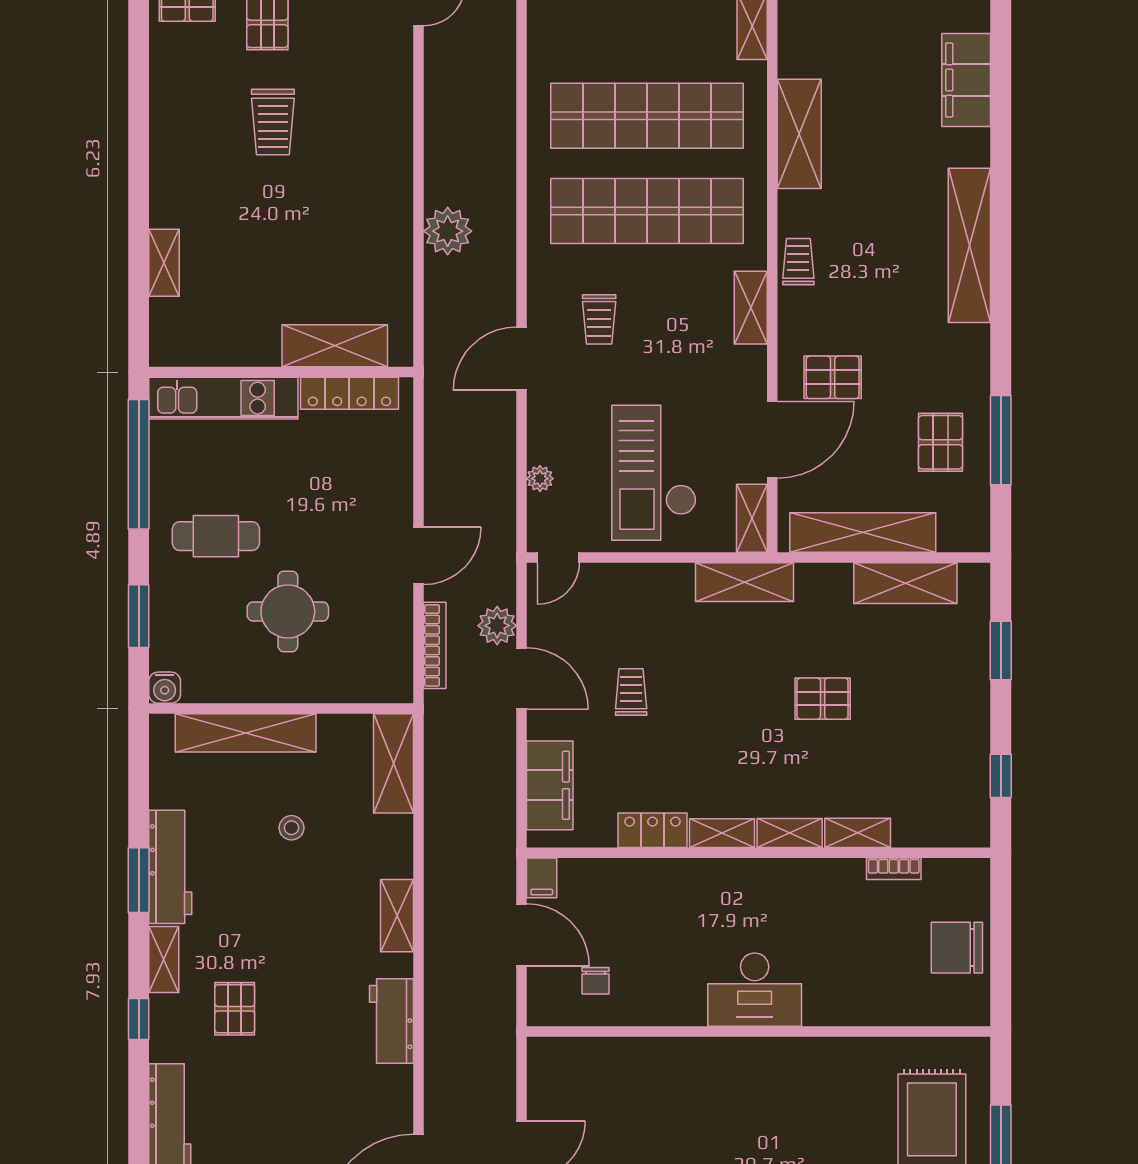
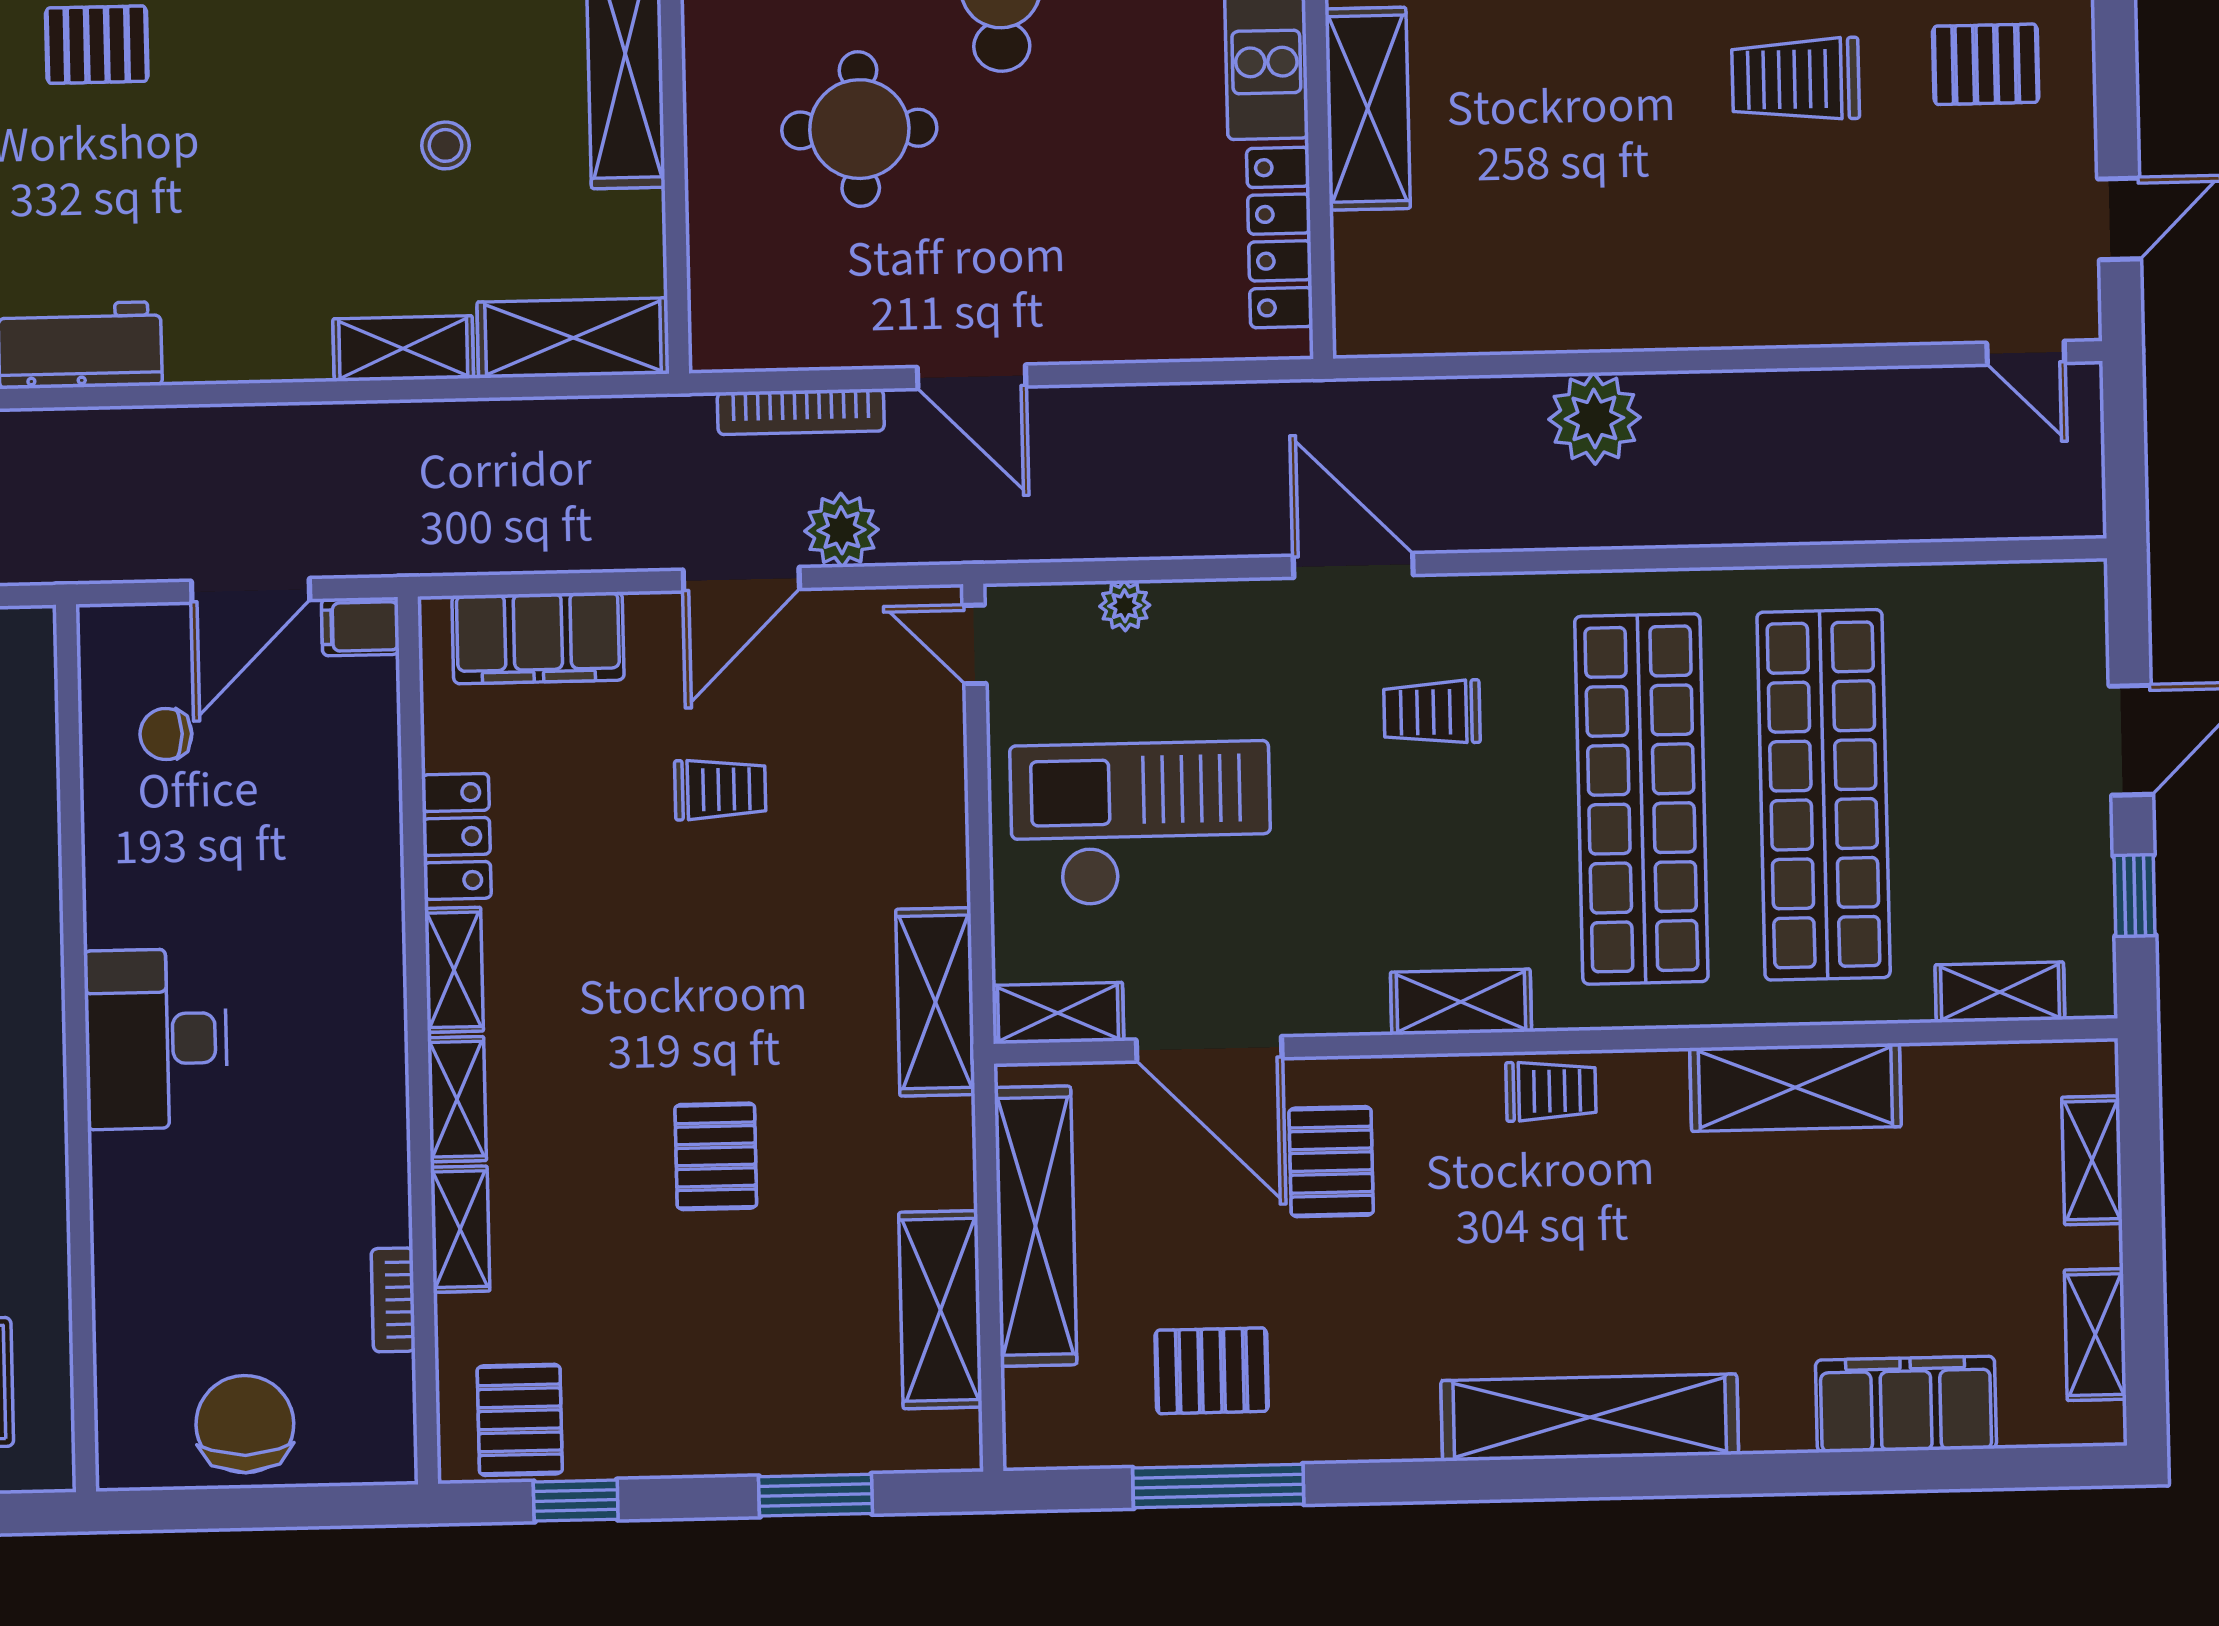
shelving: (335, 346) -> (1368, 109), moved
pallet: (958, 804) -> (520, 1420), added
shelving: (397, 916) -> (403, 348), moved

